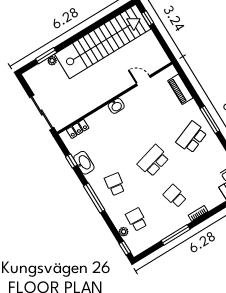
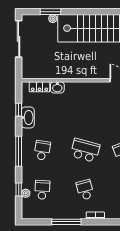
washbasin: (116, 106) -> (57, 87), moved
sliding door: (42, 112) -> (19, 39), moved
school desk: (153, 161) -> (85, 150), turned 30
window: (125, 248) -> (19, 189), moved

